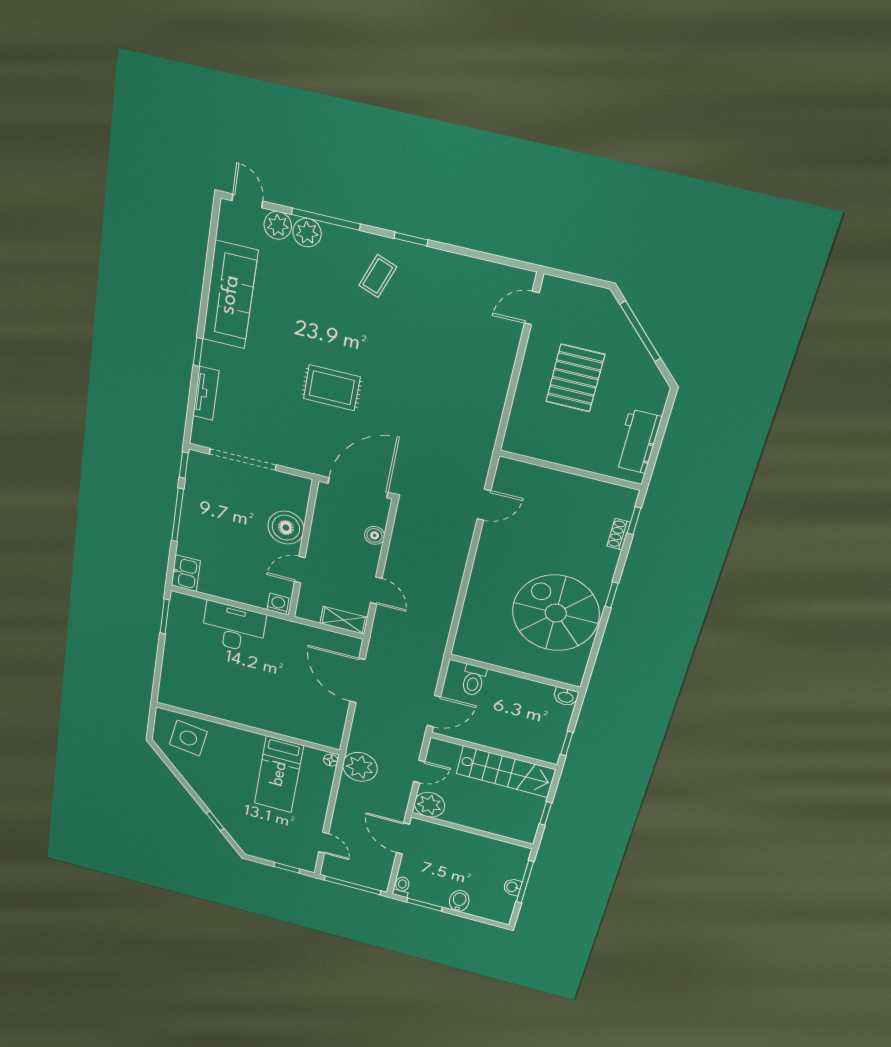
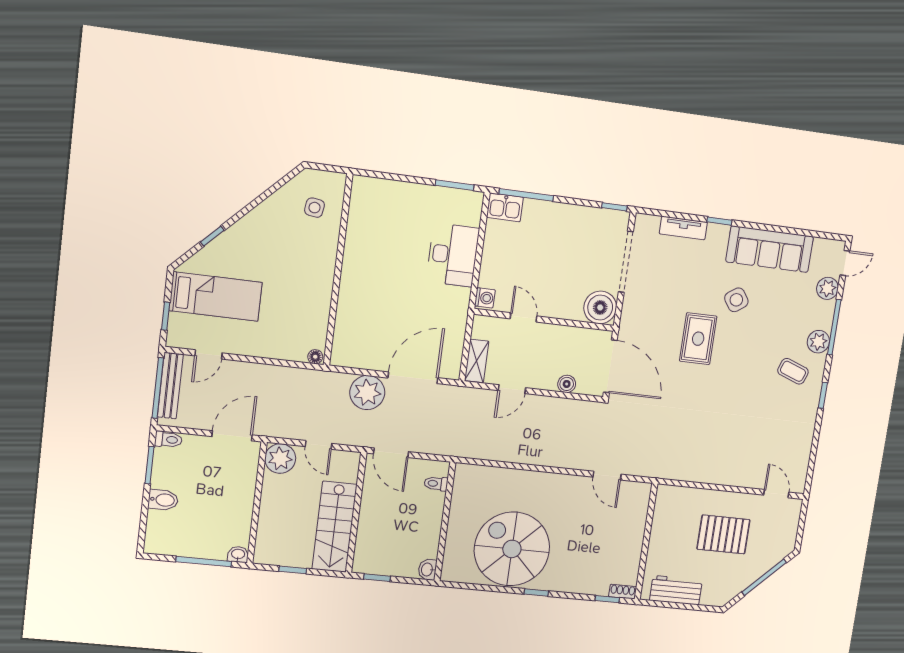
plant: (307, 233) -> (818, 342), moved
side table: (288, 339) -> (736, 300), added
window: (177, 515) -> (526, 195), moved
boiler: (286, 528) -> (600, 308), moved
shoe rack: (619, 534) -> (623, 592), moved
spiral stairs: (556, 613) -> (512, 549), turned -90
toilet: (473, 680) -> (436, 484), width x0.73, depth x0.72
side table: (188, 738) -> (315, 208), width x0.54, depth x0.54
plant: (360, 767) -> (367, 393), moved
bed: (279, 774) -> (216, 296), moved, turned 180
bench: (351, 876) -> (170, 386), added
washbasin: (512, 887) -> (238, 554), moved

